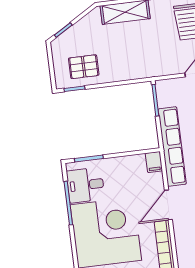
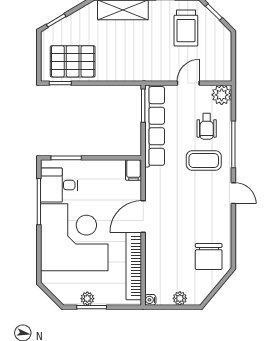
pallet: (84, 67) -> (73, 61), width x1.50, depth x1.42
row of seats: (172, 147) -> (155, 126), moved

